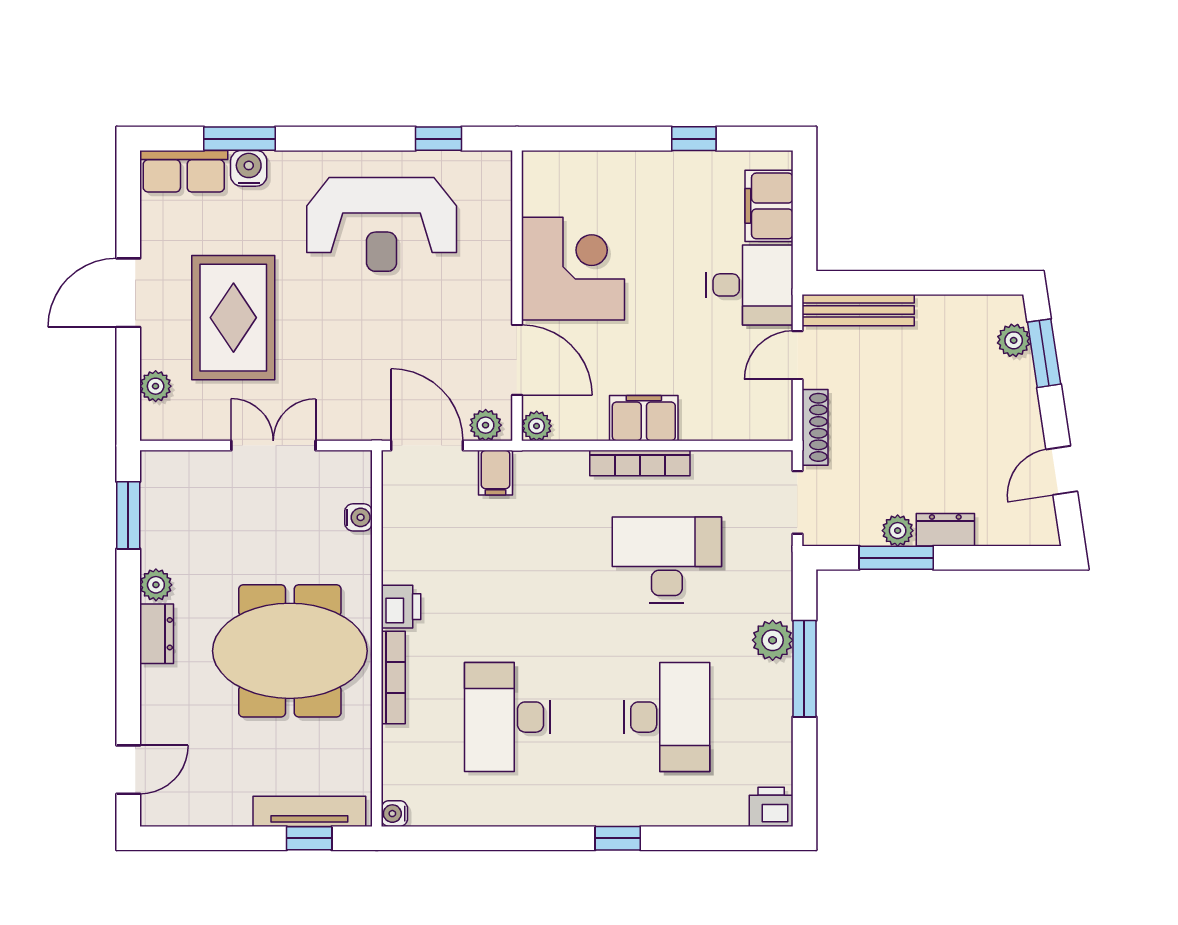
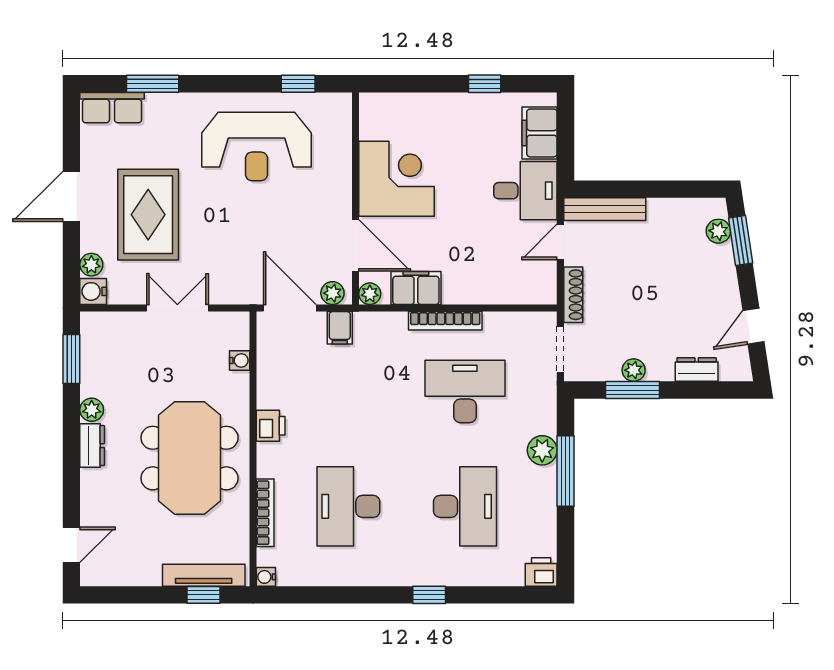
water cooler: (249, 168) -> (93, 291), moved, turned -90
filing cabinet: (644, 418) -> (416, 288), moved
dresser: (945, 530) -> (697, 370), moved
meeting table: (290, 651) -> (190, 458), turned 90
bookcase: (393, 678) -> (265, 513), moved

